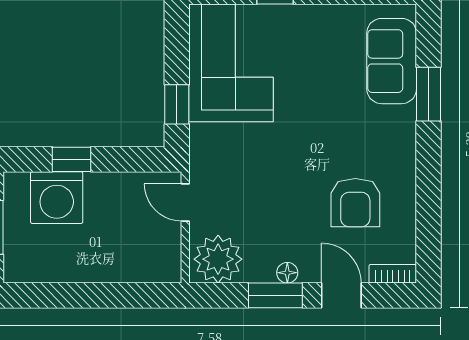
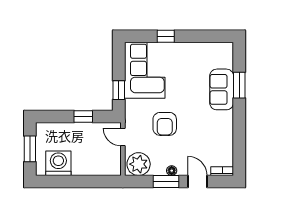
sofa: (392, 61) -> (222, 89), moved
window: (71, 159) -> (83, 116), moved
washing machine: (57, 198) -> (58, 163), moved, turned 180
armchair: (355, 203) -> (165, 124), moved

